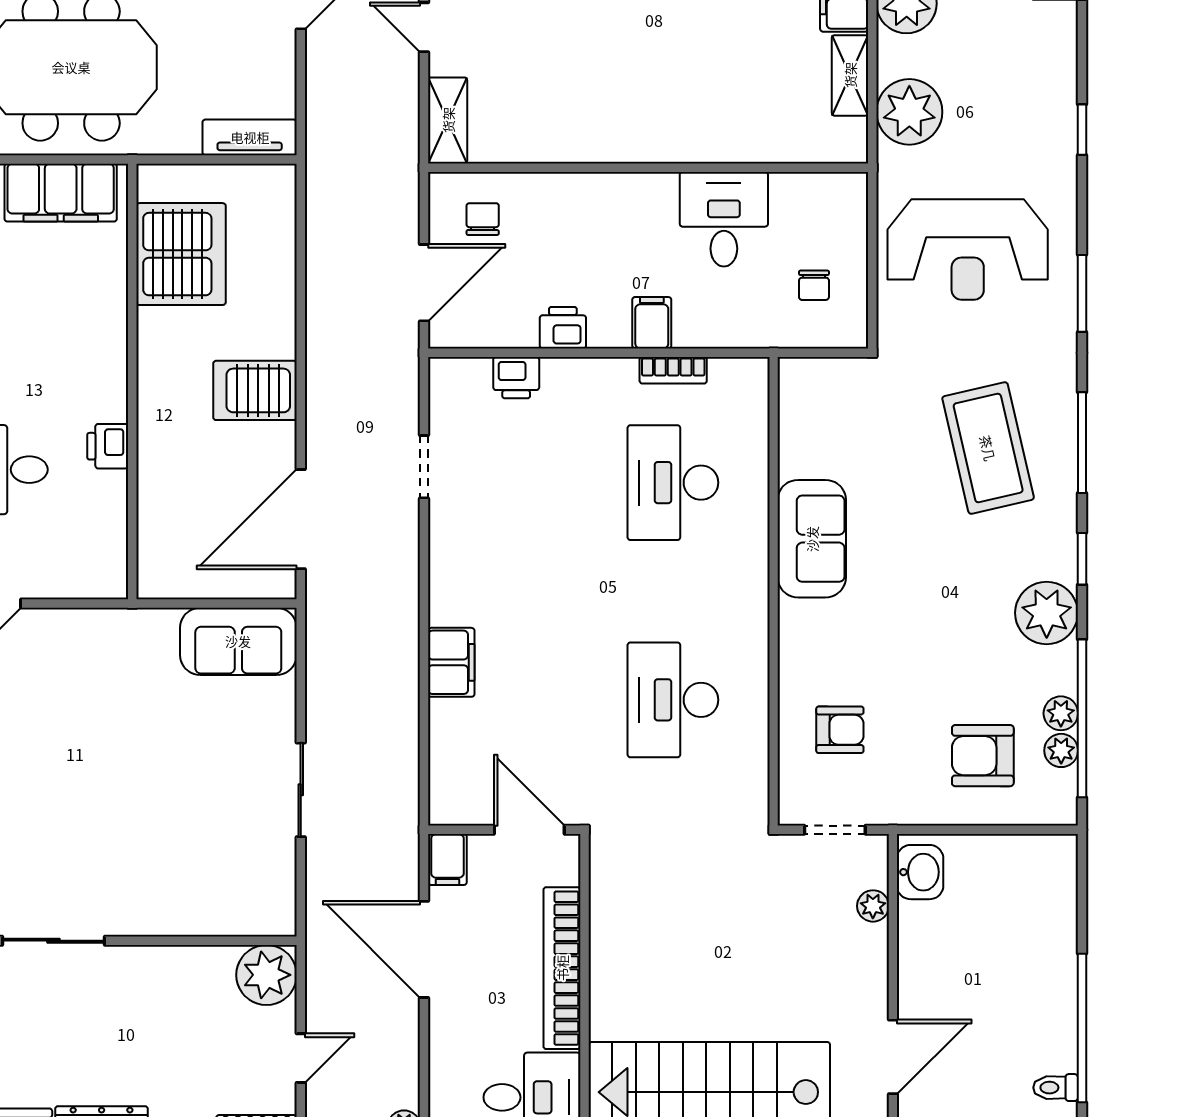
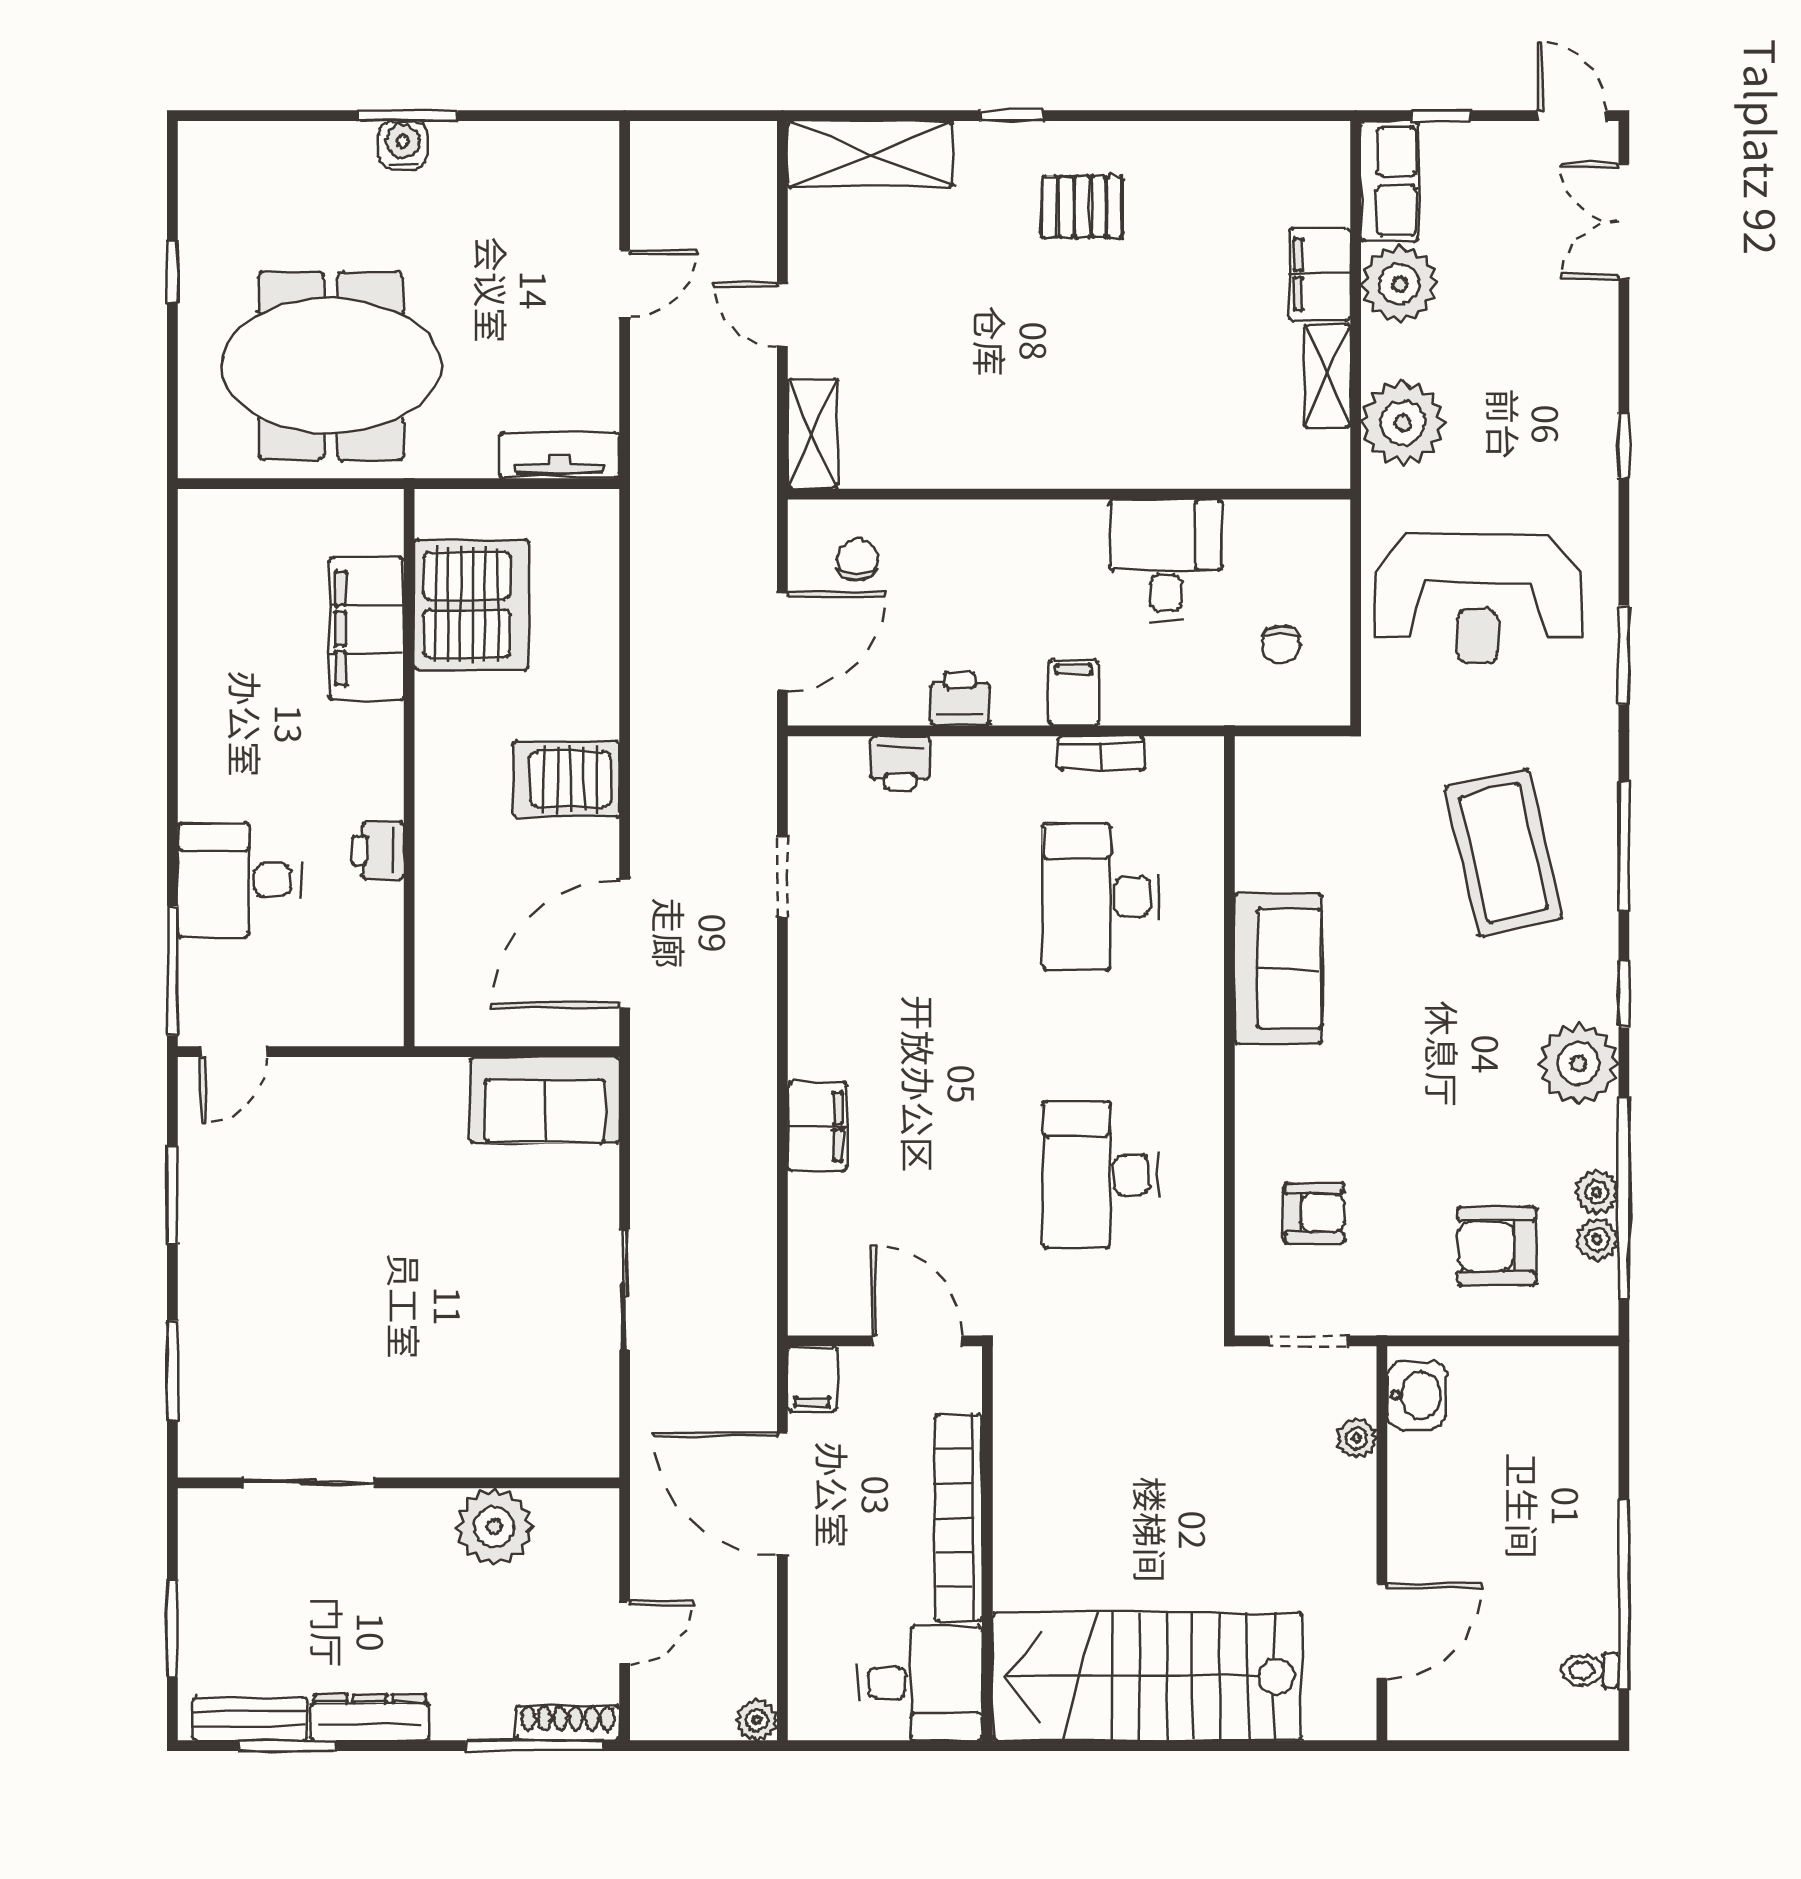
filing cabinet: (61, 193) -> (367, 629), moved, turned 90
plant: (266, 975) -> (494, 1527), moved

